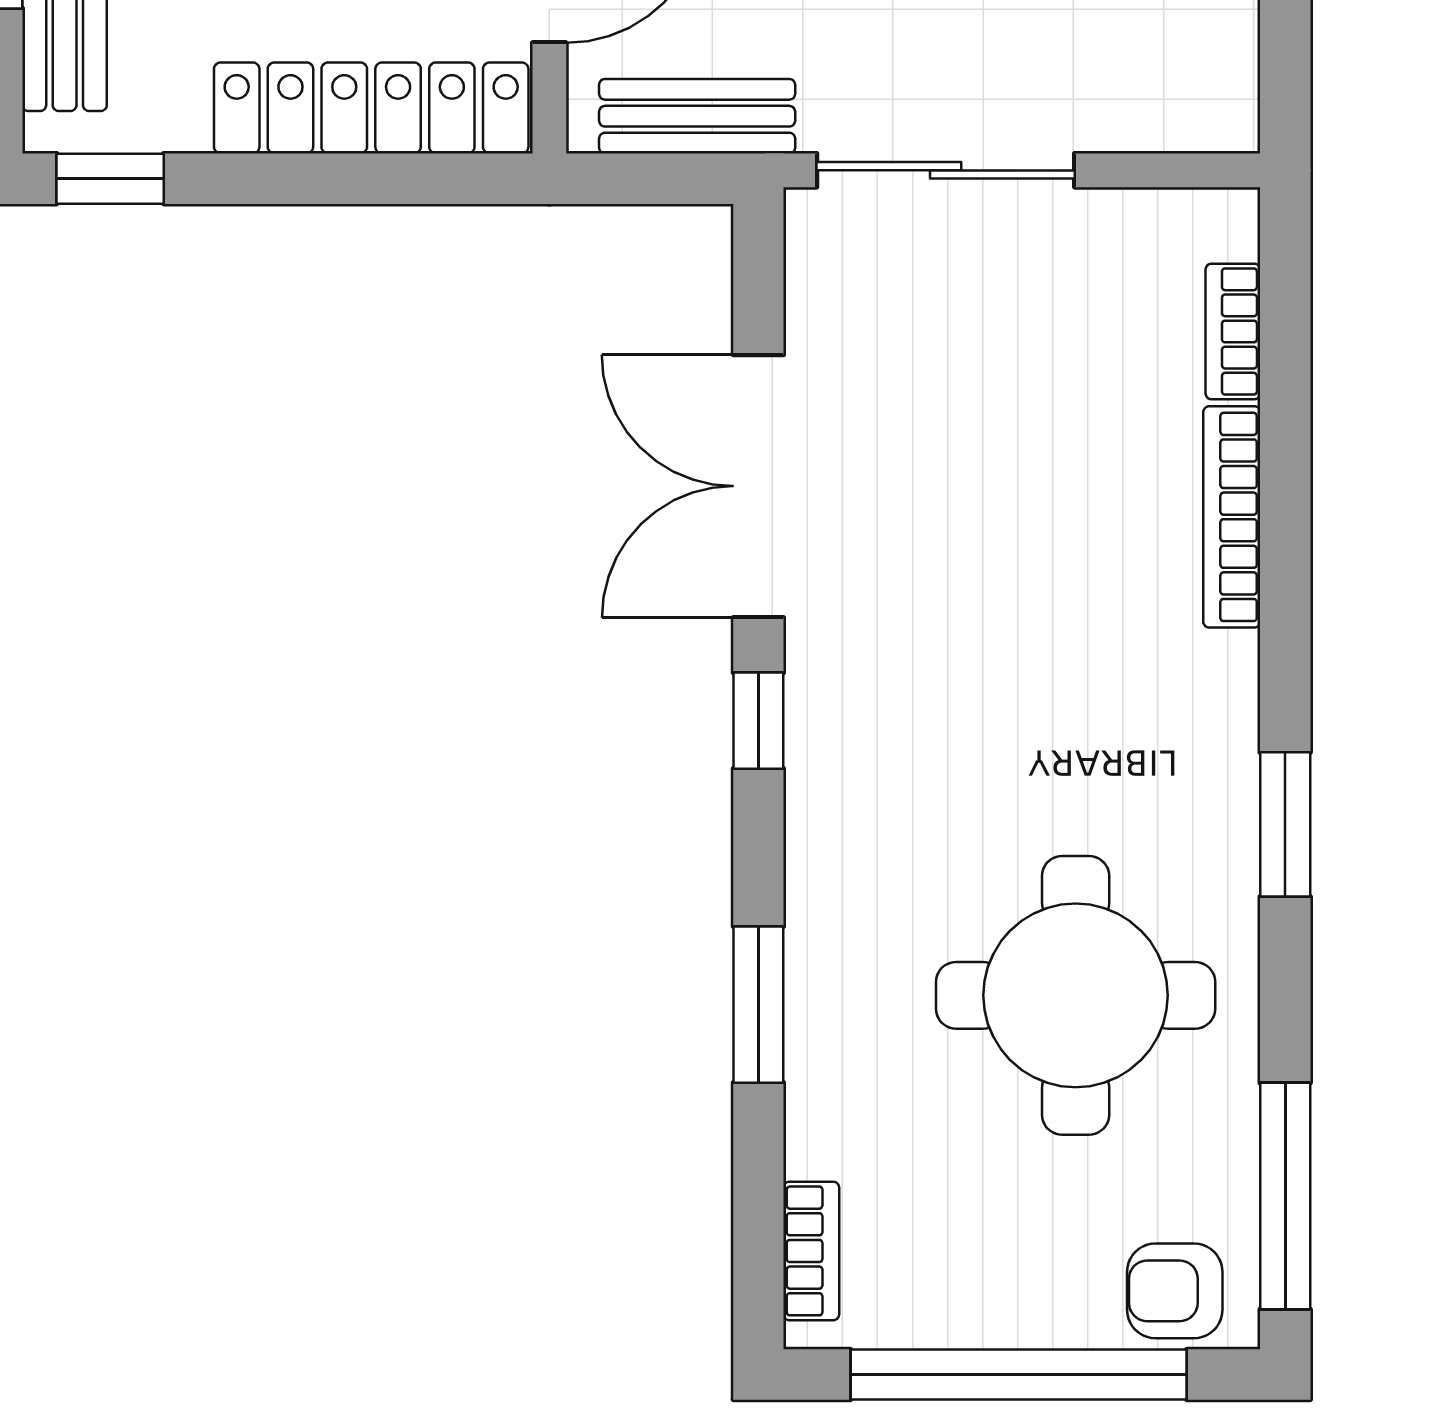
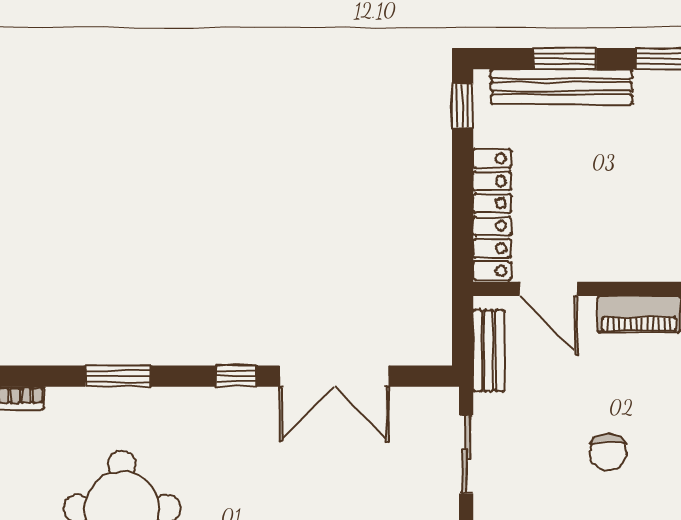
sliding door: (946, 170) -> (466, 454), width x0.73
double door: (758, 486) -> (334, 376), swing flipped

